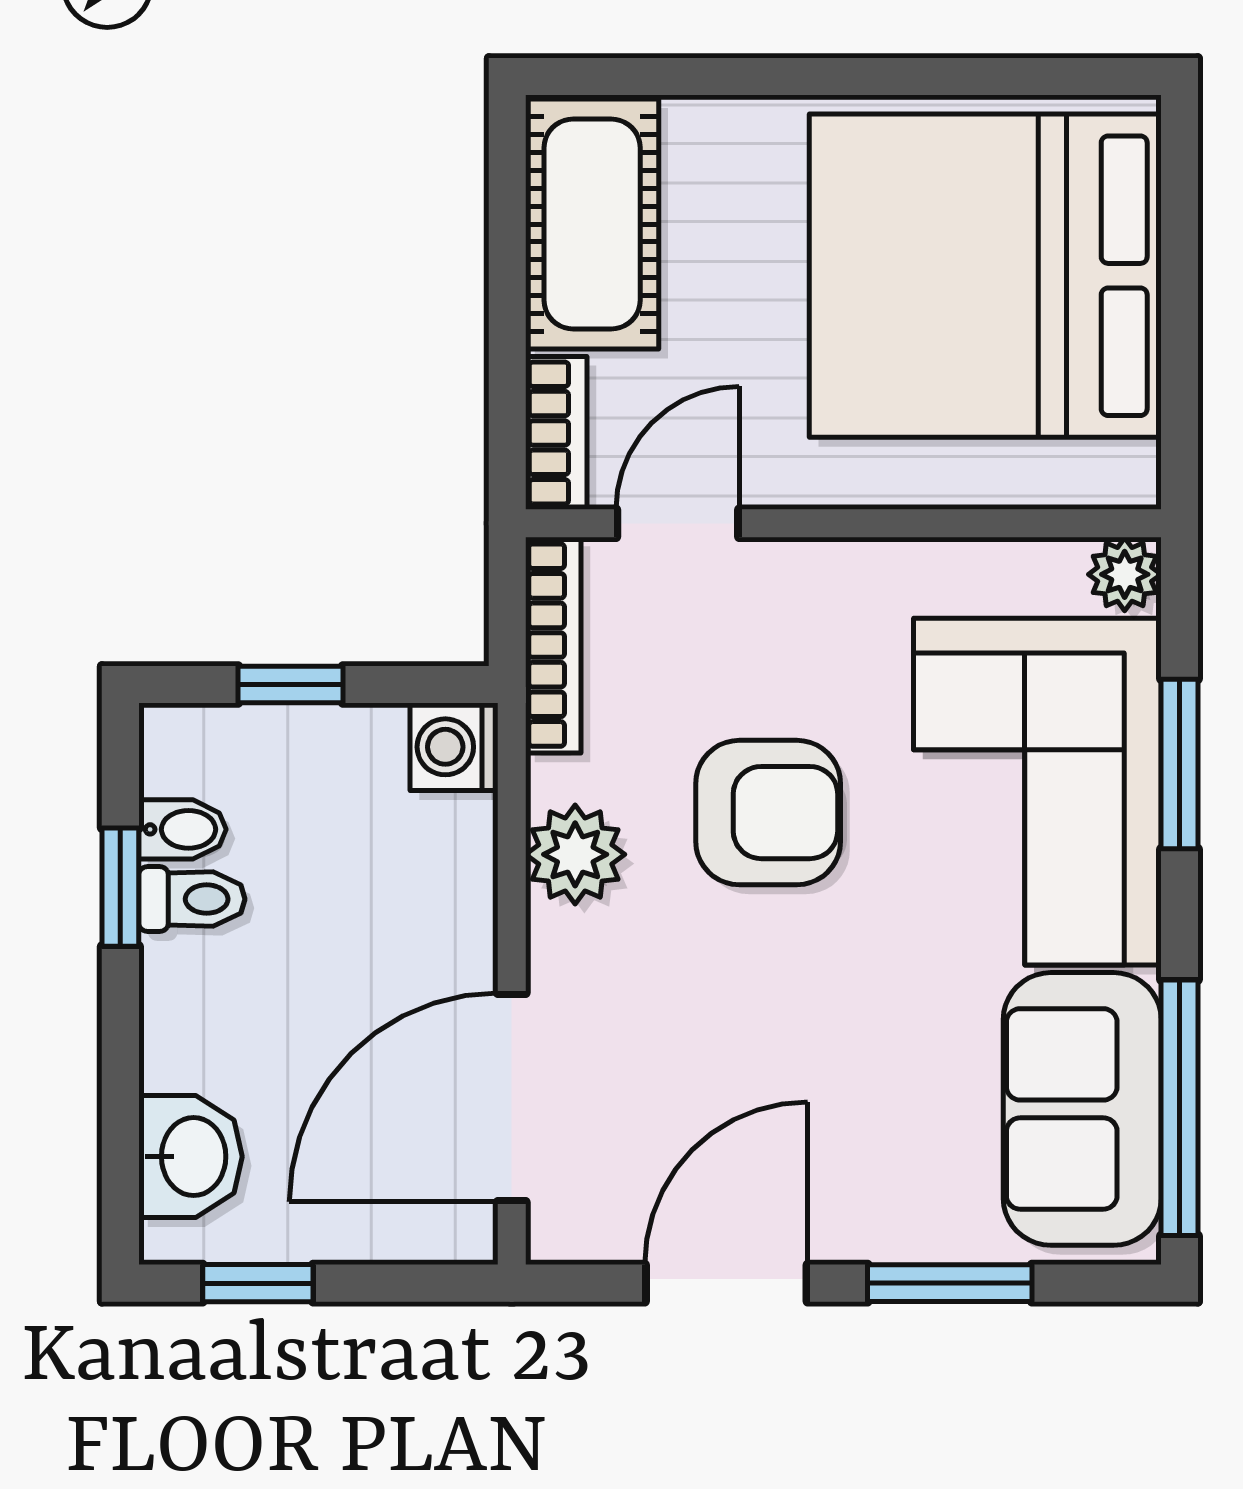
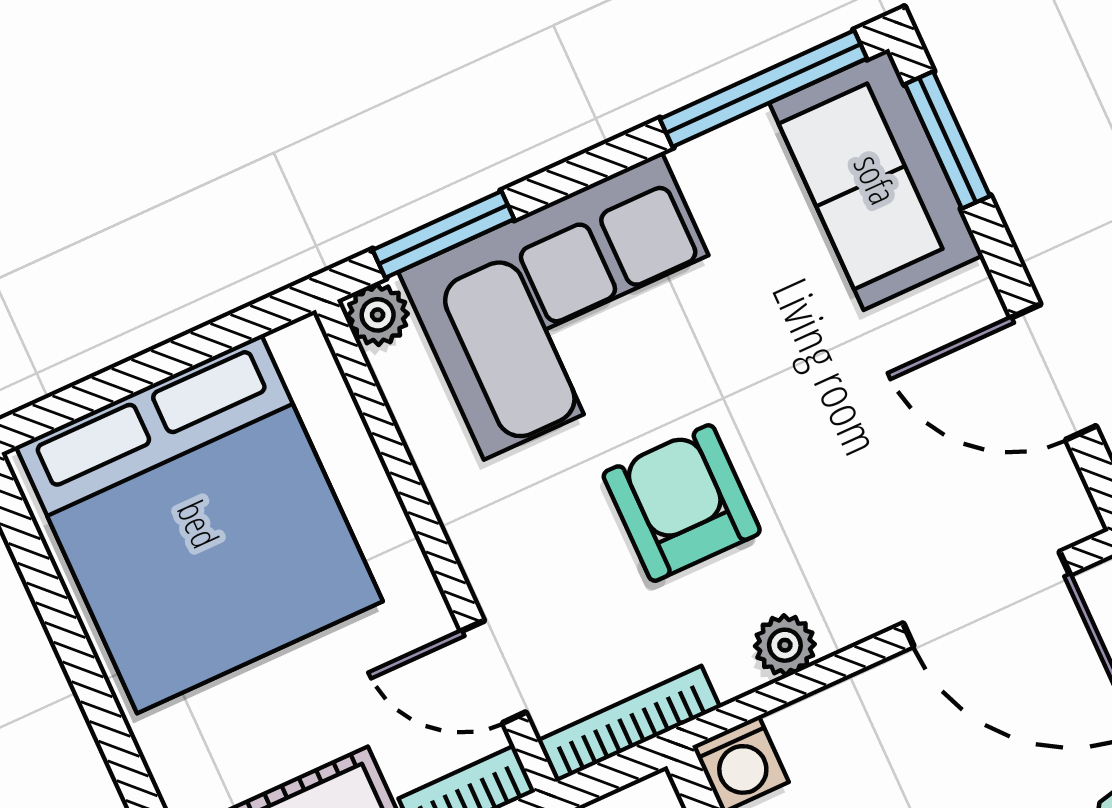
window: (1180, 764) -> (443, 235), moved
plant: (575, 854) -> (785, 645), width x0.73, depth x0.73
sofa: (1082, 1109) -> (876, 179), moved, turned 90
window: (950, 1283) -> (948, 140), moved

